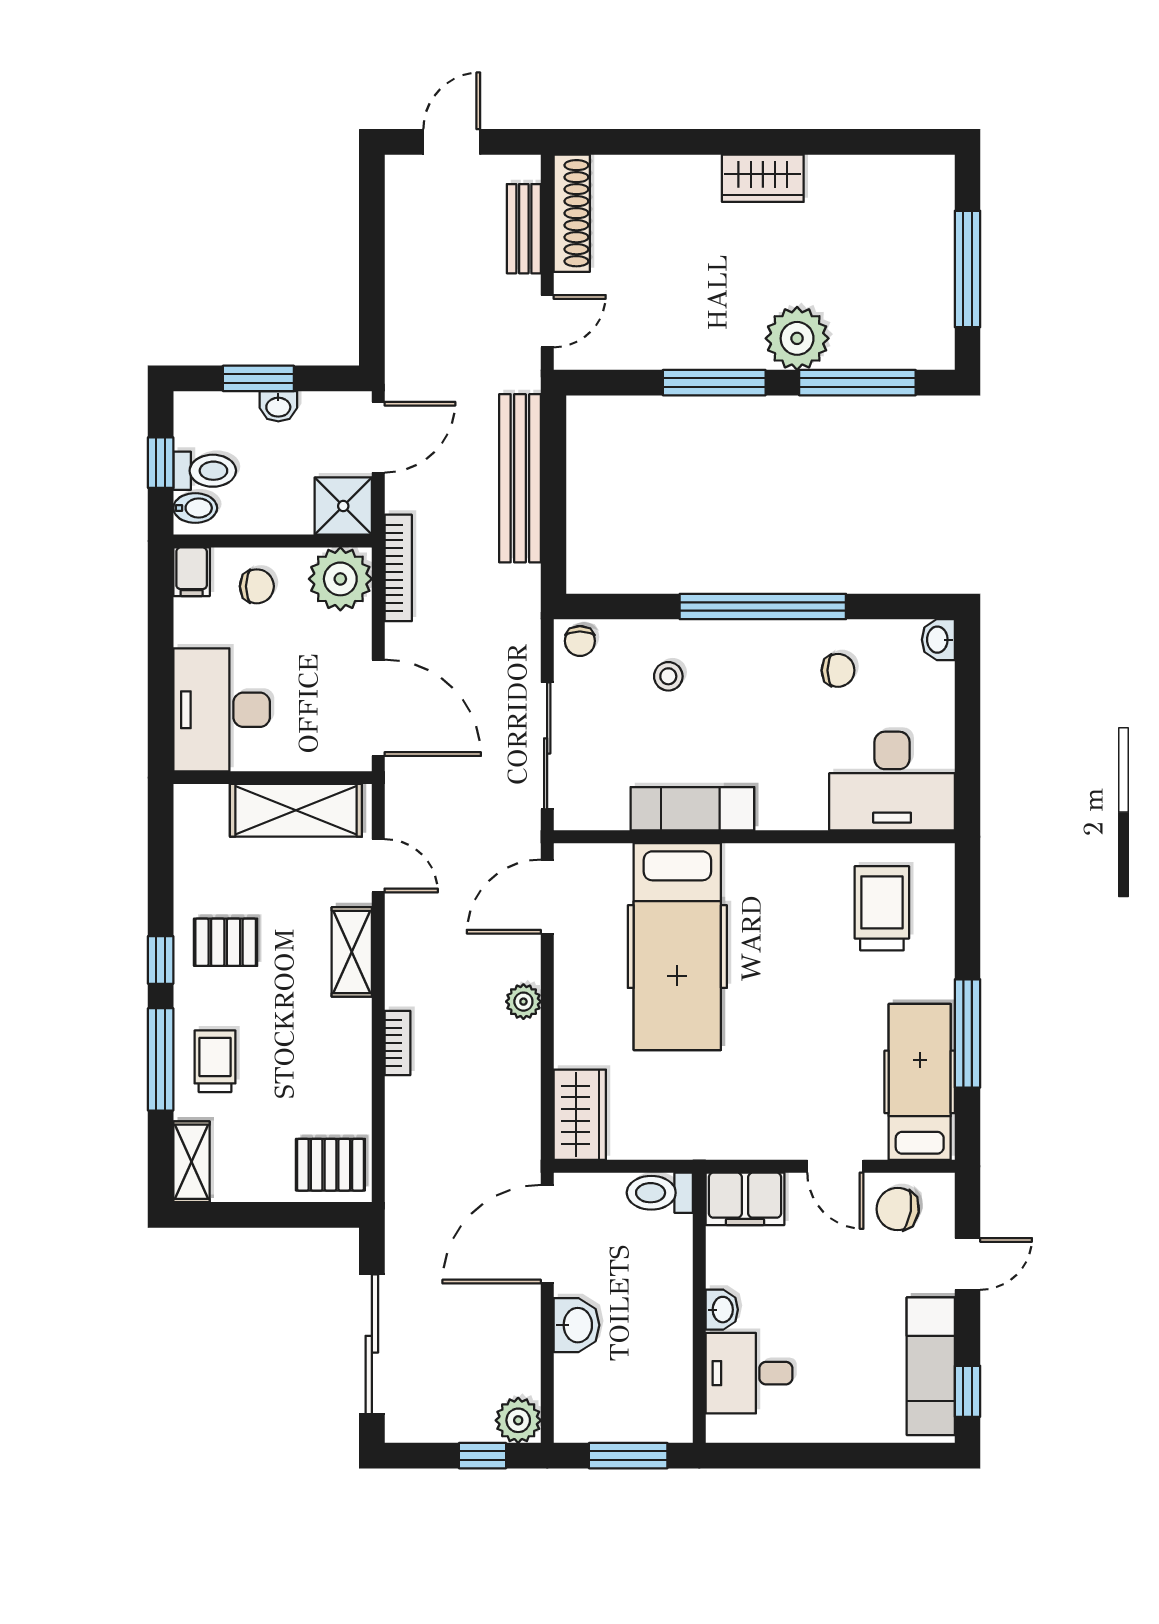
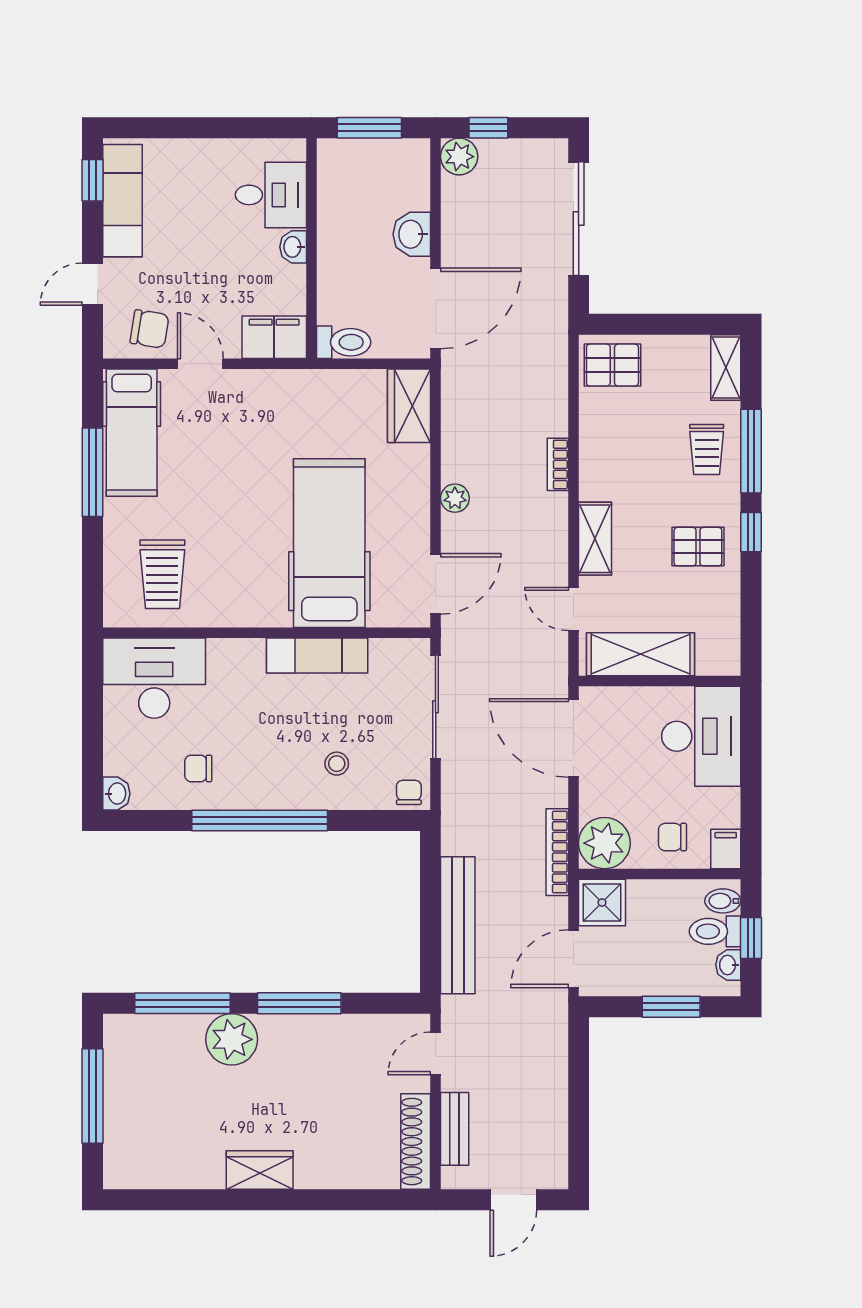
washbasin: (278, 406) -> (728, 965), moved, turned -90

